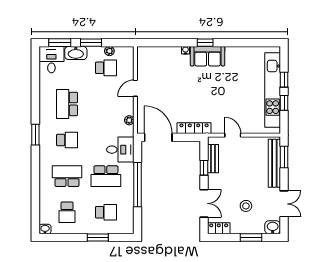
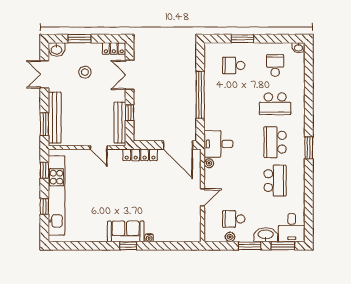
window: (284, 103) -> (44, 170), moved
school desk: (67, 140) -> (275, 142), width x1.85
desk: (120, 150) -> (218, 144), moved
bench: (213, 159) -> (120, 123), width x1.36
school desk: (106, 176) -> (234, 104), removed

